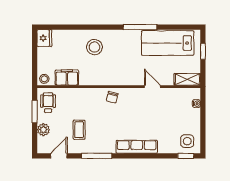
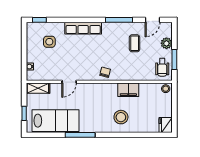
filing cabinet: (67, 78) -> (128, 90), moved
door: (152, 87) -> (69, 82), hinge flipped
side table: (187, 141) -> (49, 42), moved

